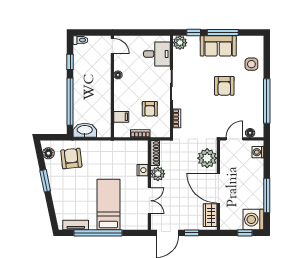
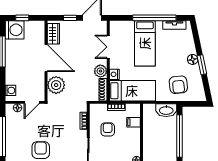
bed: (122, 152) -> (132, 91), added
floor lamp: (48, 153) -> (193, 59), moved

